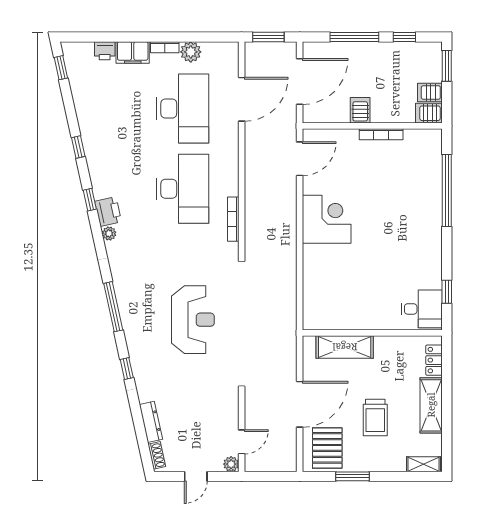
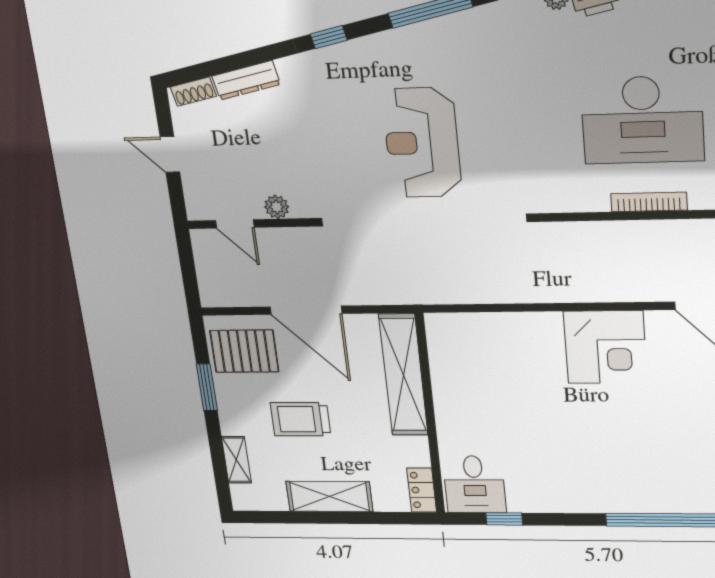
bookcase: (233, 219) -> (649, 202), moved
reception desk: (193, 320) -> (422, 143), turned 90
shelving: (345, 347) -> (403, 375), width x1.47
locker: (434, 360) -> (422, 490), moved, turned -90
plant: (231, 464) -> (277, 207), moved
shelving: (423, 464) -> (236, 460), moved

